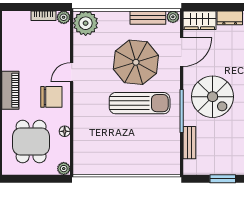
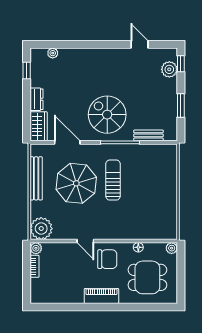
plant: (173, 17) -> (36, 150), removed
bench: (148, 18) -> (36, 178), width x1.36
chair: (51, 97) -> (107, 259), turned 90
spiral stairs: (213, 97) -> (107, 115), turned -90
sun lounger: (140, 103) -> (113, 180), width x0.73, depth x0.75

